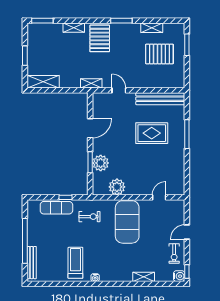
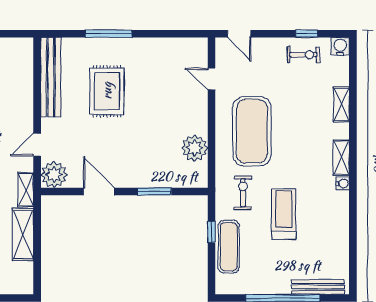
shelving: (43, 82) -> (23, 235), moved
plant: (101, 163) -> (54, 175), moved
exercise mat: (127, 222) -> (252, 131), turned 90
door: (187, 232) -> (239, 34), moved
treadmill: (75, 263) -> (284, 214), moved, turned 90
window: (187, 272) -> (307, 34), moved
shelving: (111, 277) -> (341, 158), added

